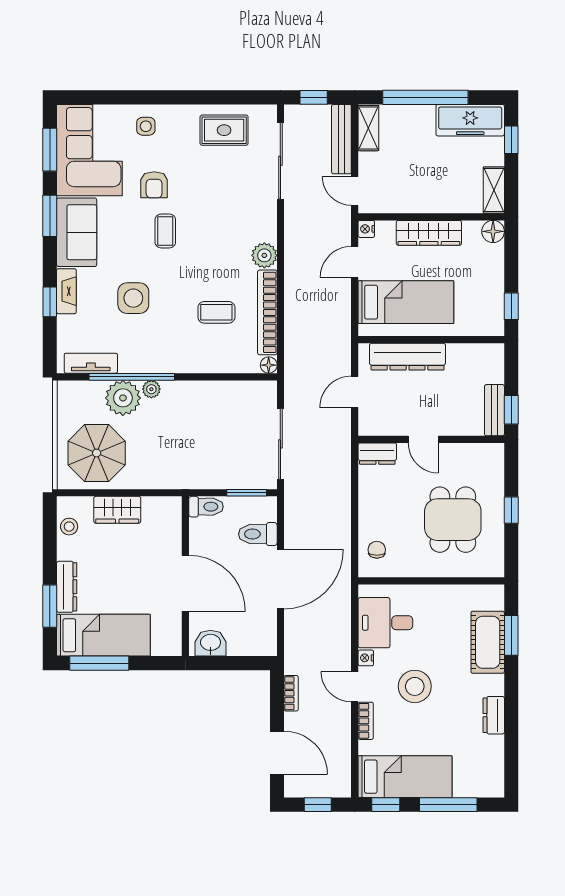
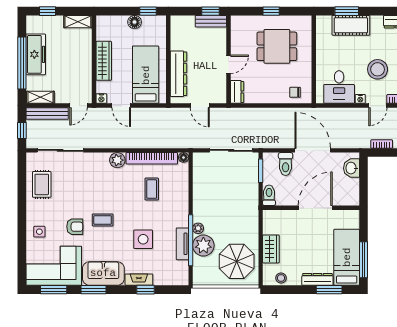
freezer: (470, 120) -> (36, 54), moved
floor lamp: (493, 231) -> (135, 22), moved
tv unit: (91, 363) -> (182, 244), moved
washbasin: (211, 643) -> (351, 168), moved

